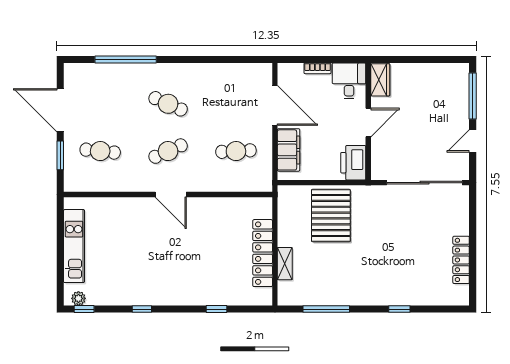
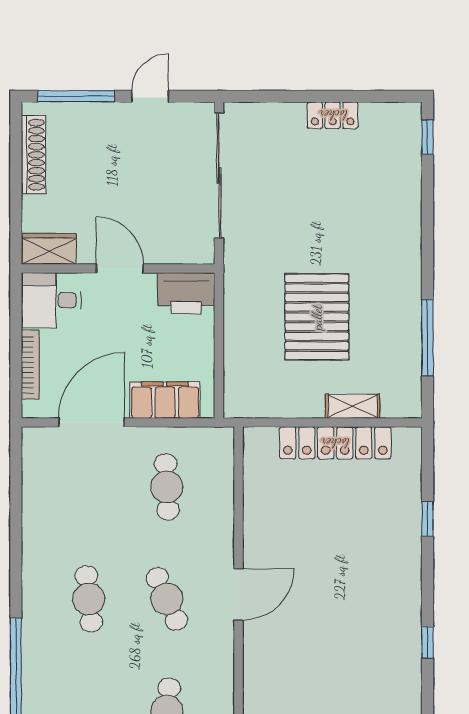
bookcase: (317, 68) -> (30, 365), width x1.56
shoe rack: (437, 70) -> (34, 155), added
cafe table: (168, 104) -> (89, 599), turned -30
door: (473, 141) -> (150, 96), swing flipped
pallet: (331, 216) -> (317, 317), moved, turned 90
locker: (461, 260) -> (333, 115), width x0.66
window: (399, 309) -> (428, 137), moved

